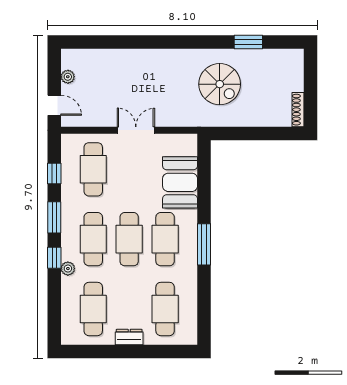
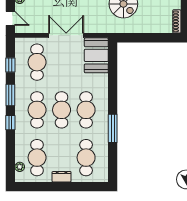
double door: (136, 130) -> (66, 35), width x1.37
booth: (180, 182) -> (96, 55), moved
window: (204, 244) -> (113, 128), moved
plant: (68, 269) -> (20, 167), moved

